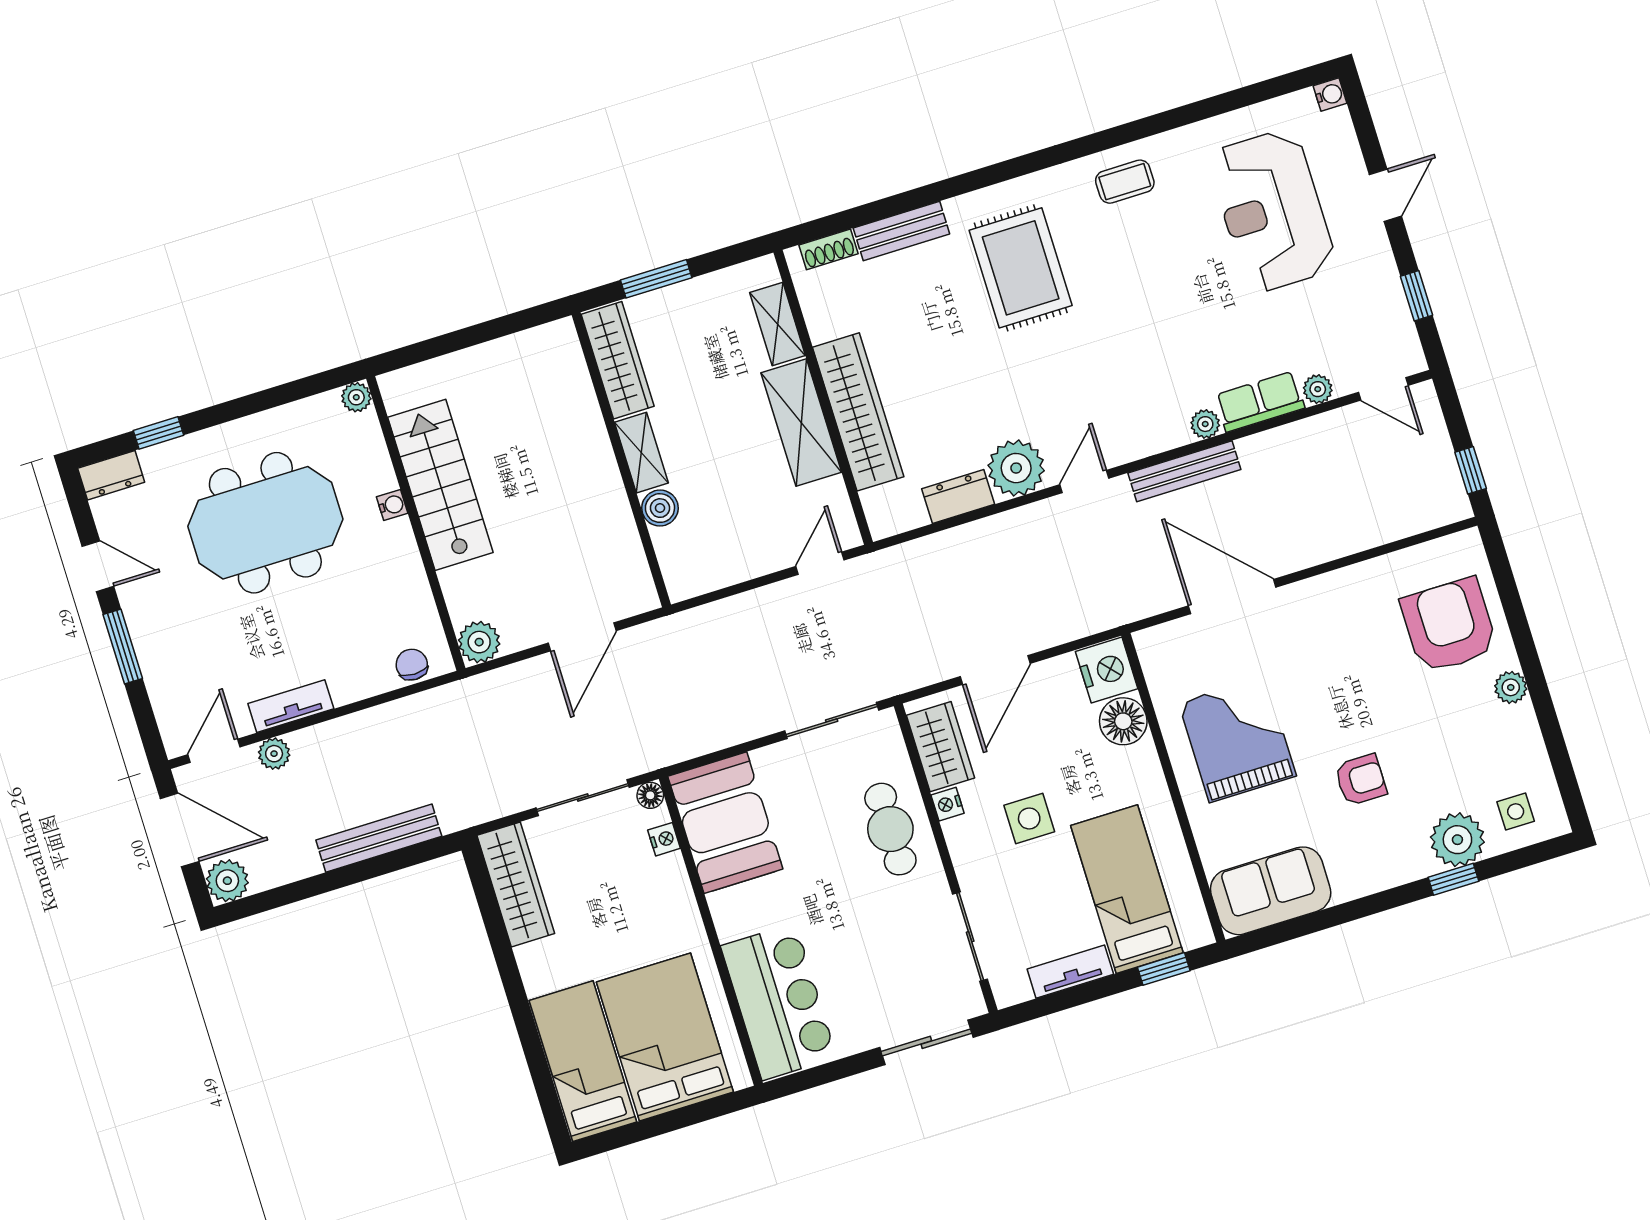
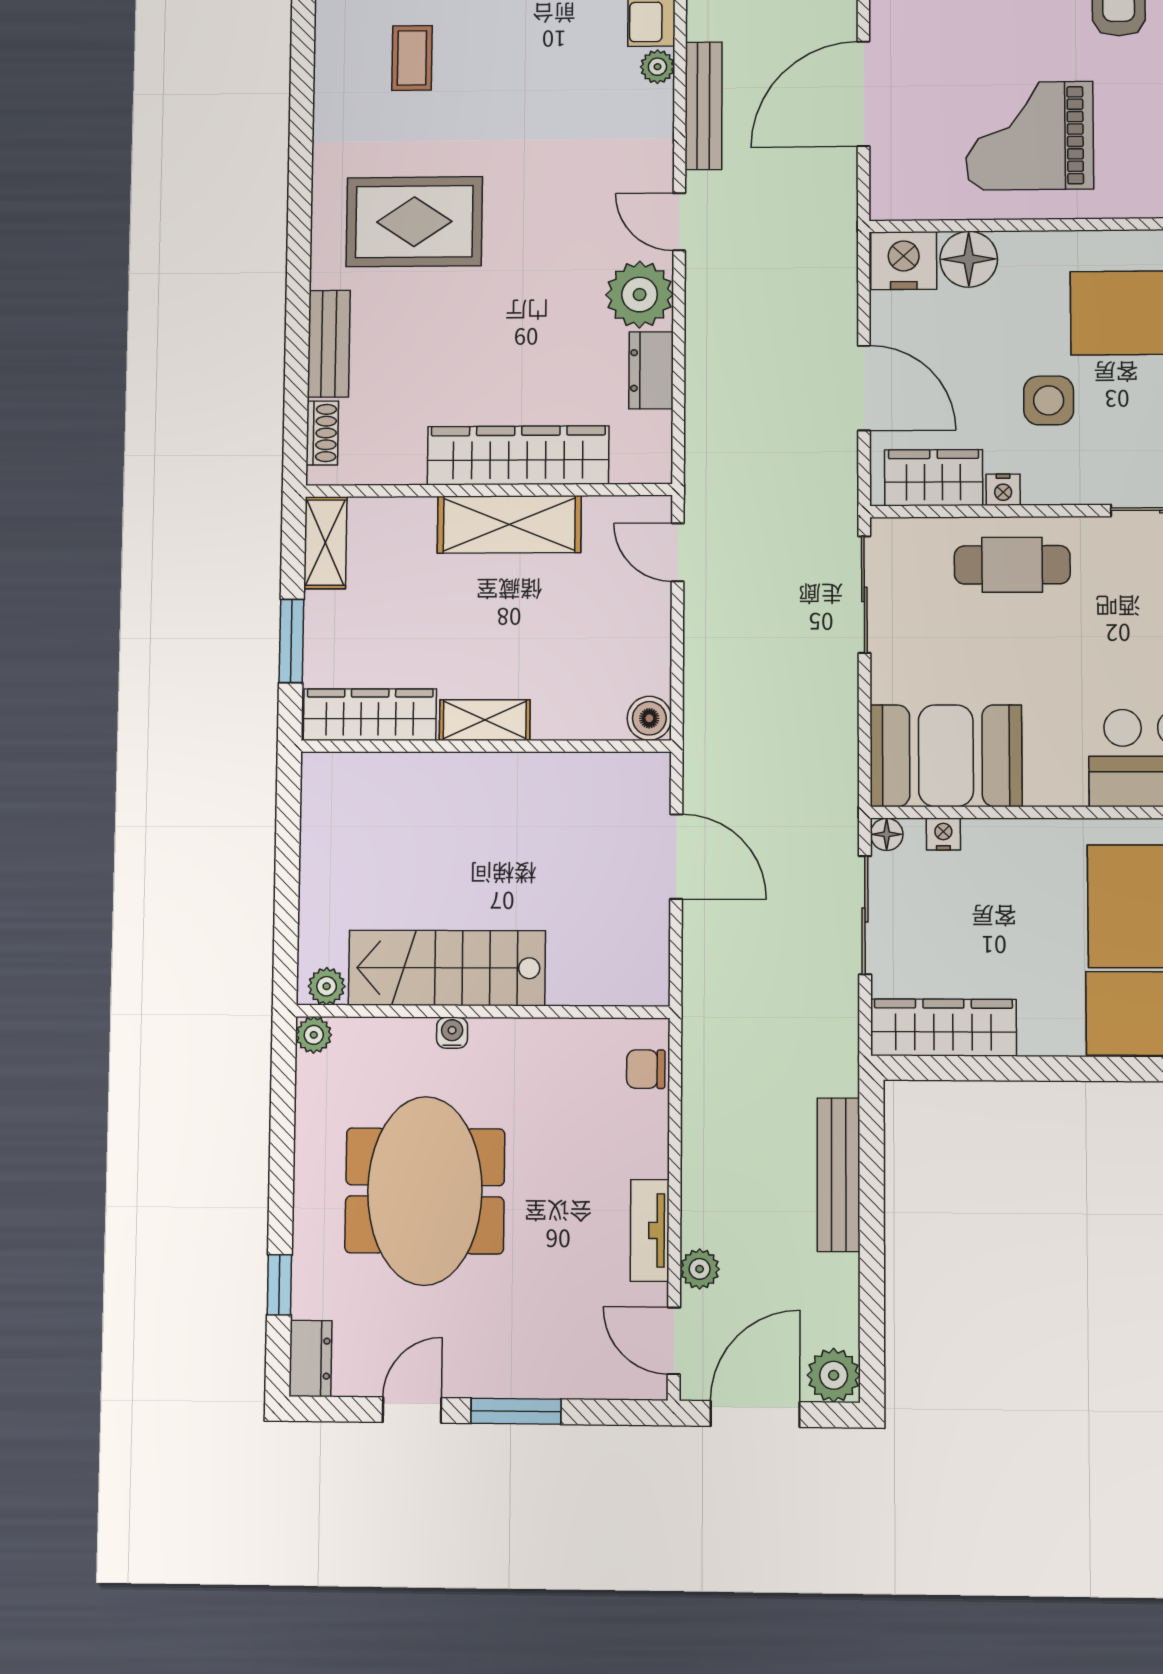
coffee table: (1125, 182) -> (412, 58), moved
shelving: (778, 324) -> (325, 543), moved, turned 90
boiler: (660, 508) -> (649, 718), moved
plant: (479, 642) -> (327, 986), moved, width x0.73, depth x0.73

